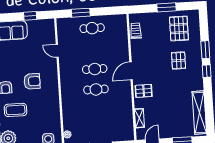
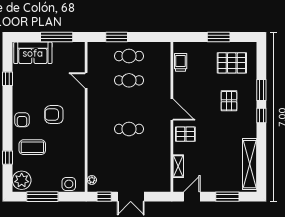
window: (30, 16) -> (57, 37), width x2.17
pallet: (179, 28) -> (232, 63), turned 90
cafe table: (95, 69) -> (129, 80), moved
door: (131, 71) -> (172, 110), swing flipped
armchair: (32, 81) -> (54, 115), turned 180

